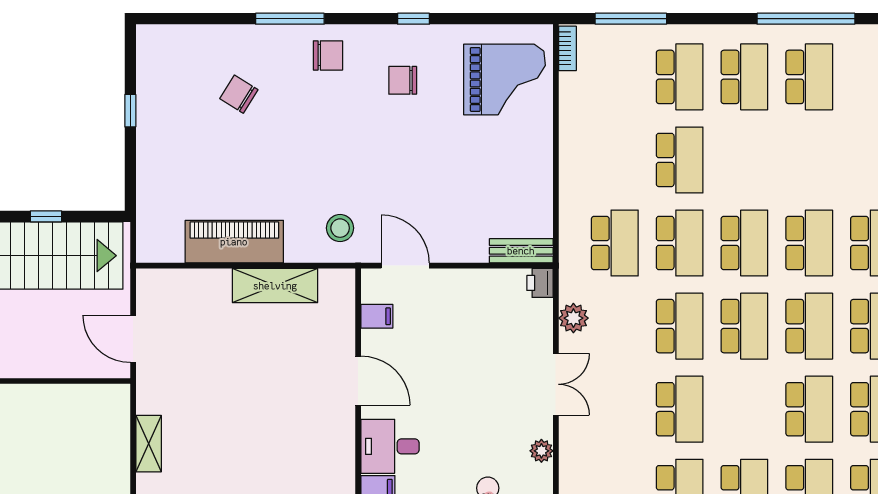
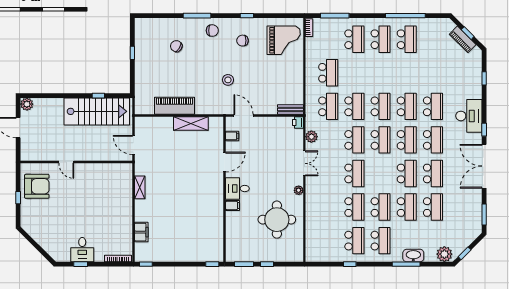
school desk: (680, 160) -> (328, 73), moved
stool: (340, 228) -> (228, 80), moved
door: (358, 381) -> (225, 162), hinge flipped

